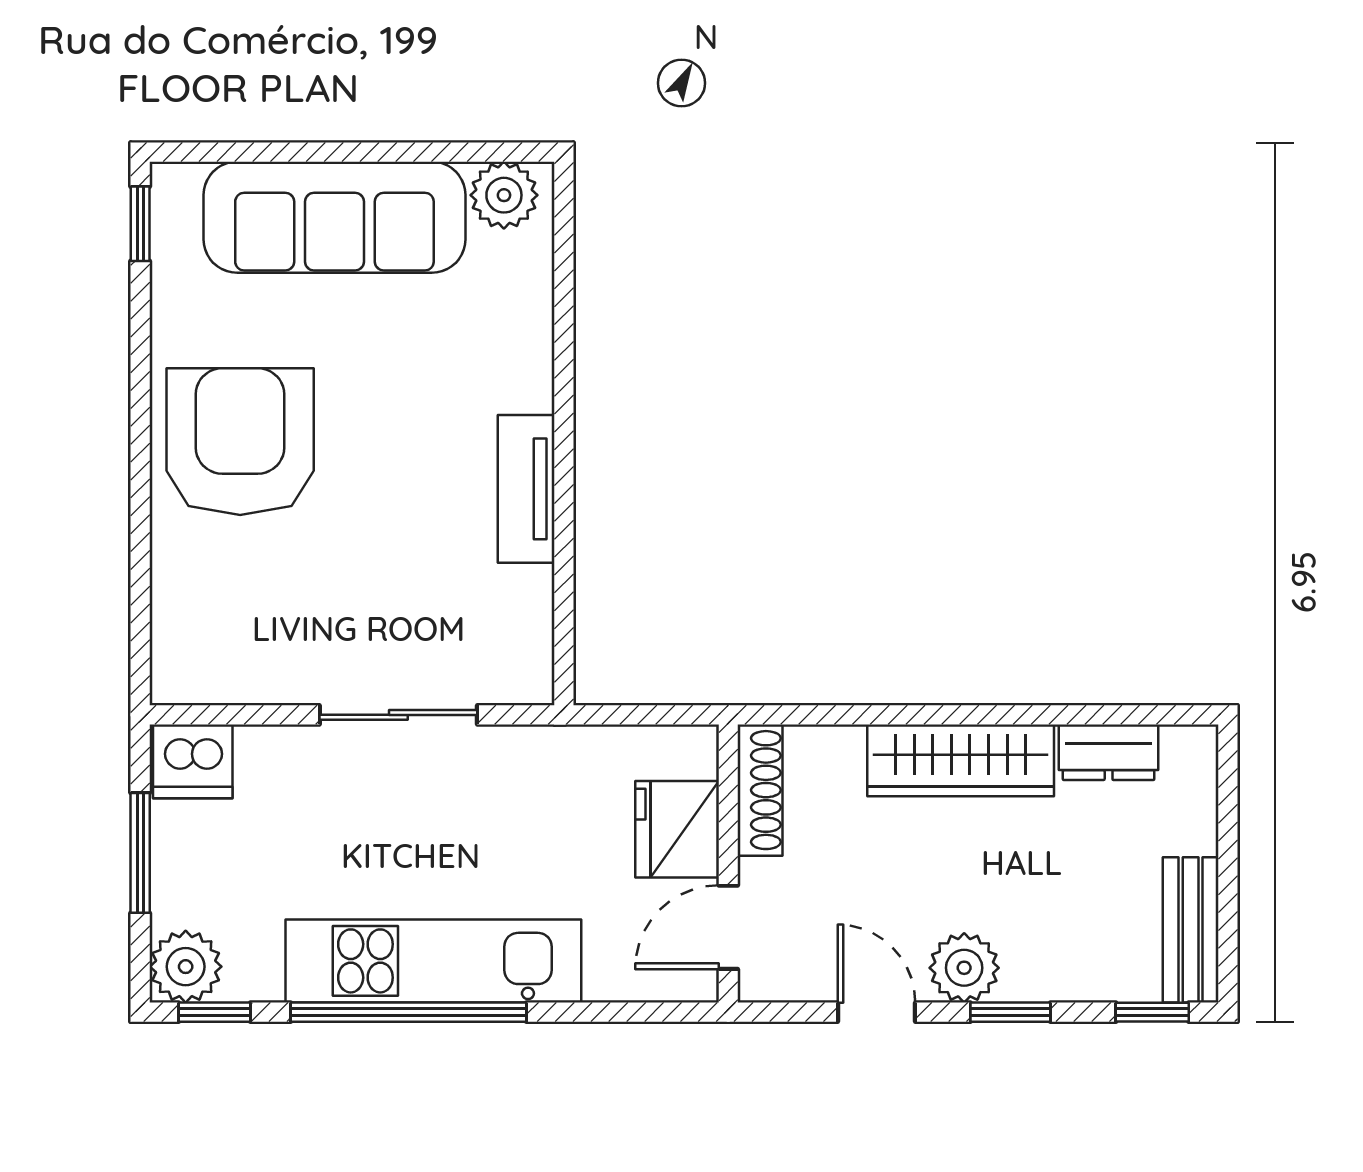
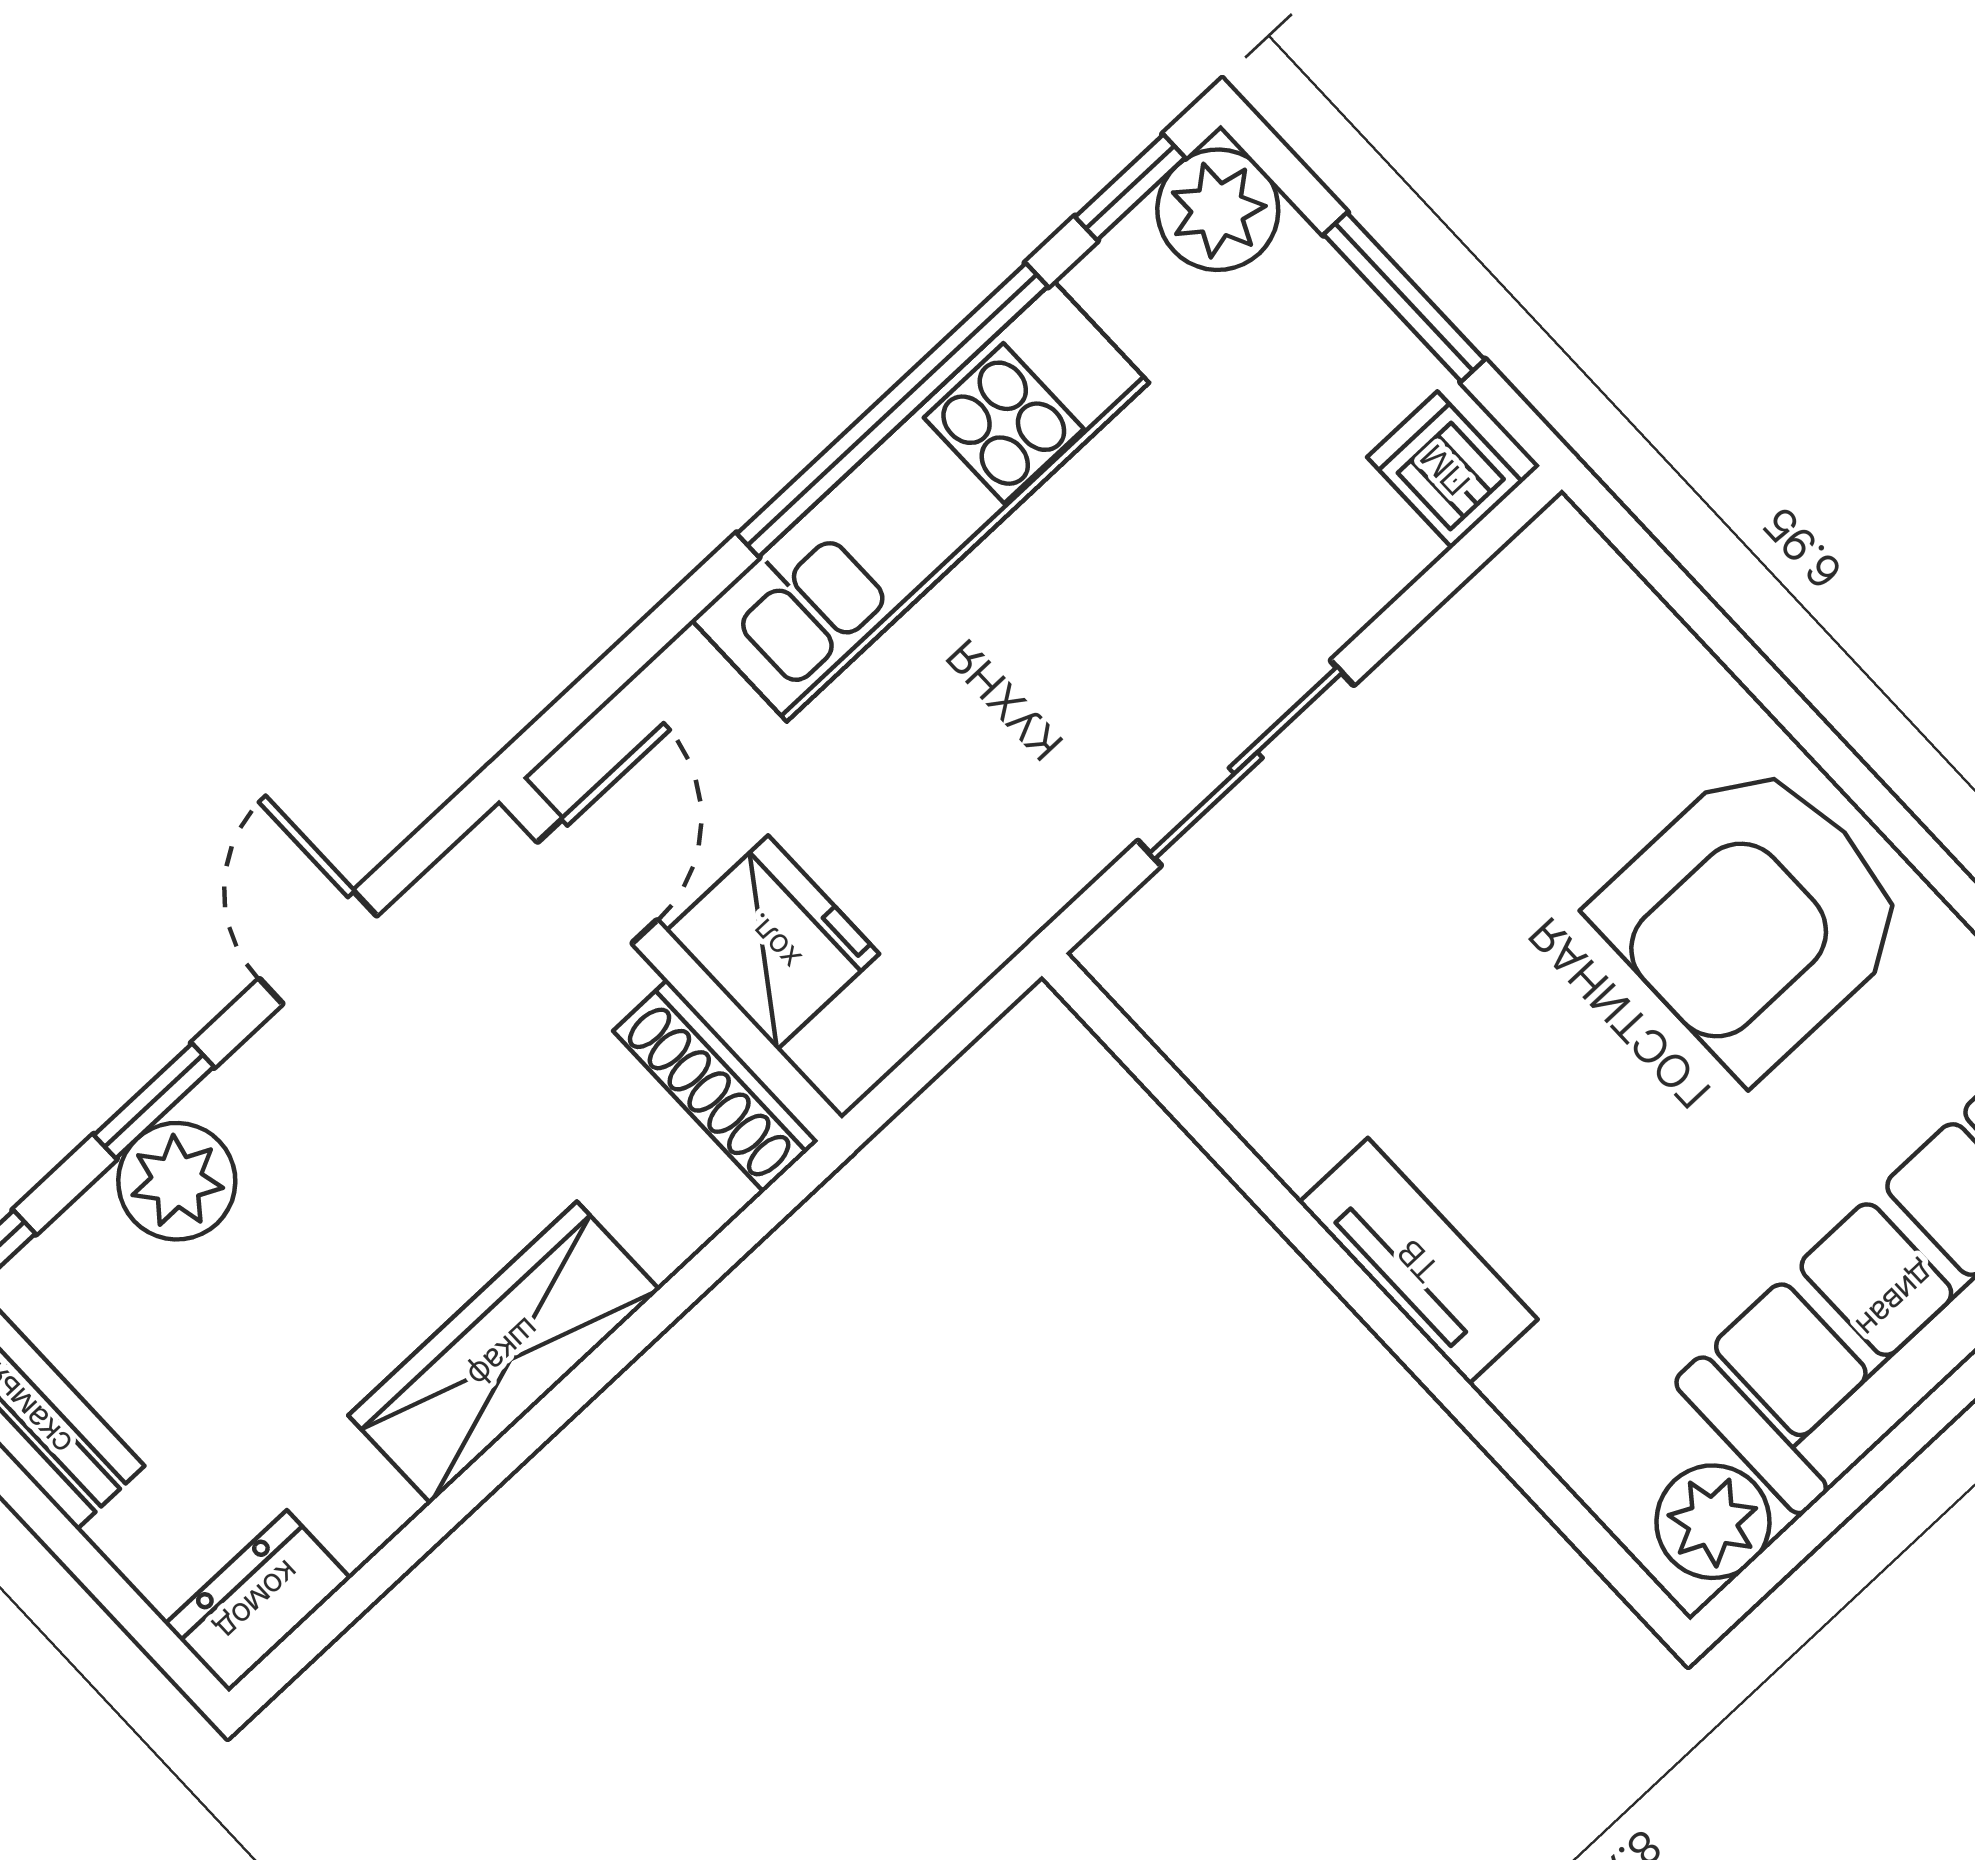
armchair: (240, 442) -> (1754, 916), turned 90
tv unit: (526, 489) -> (1418, 1261), moved
dresser: (1109, 752) -> (258, 1601), moved
dishwasher: (193, 761) -> (1445, 470), width x0.73
plant: (964, 968) -> (177, 1181), moved
door: (877, 1012) -> (318, 947), swing flipped

